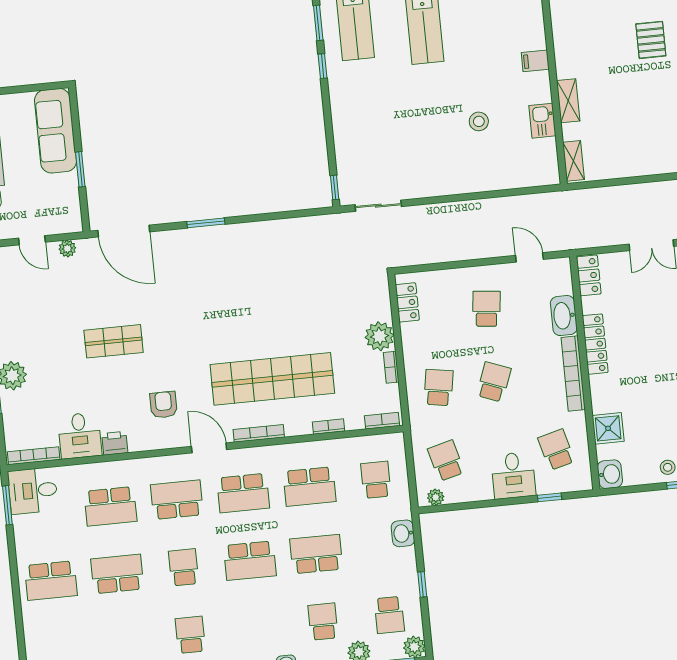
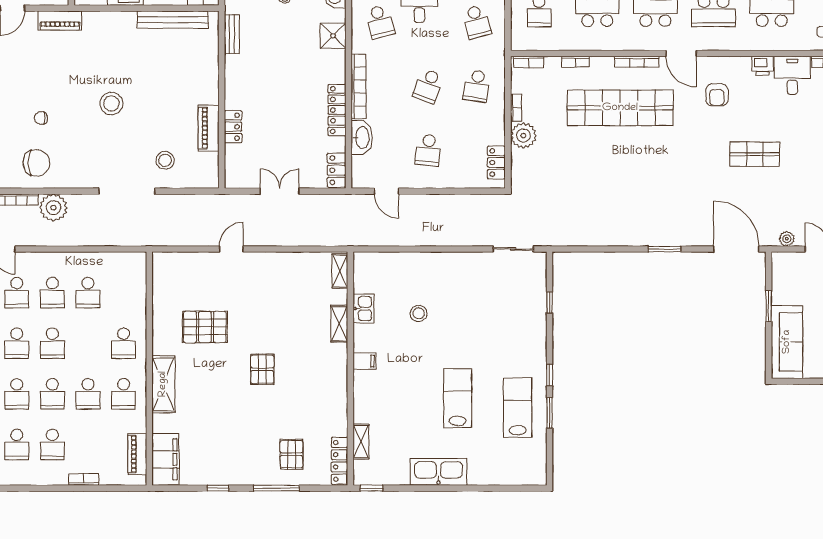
window: (335, 187) -> (550, 302), moved

